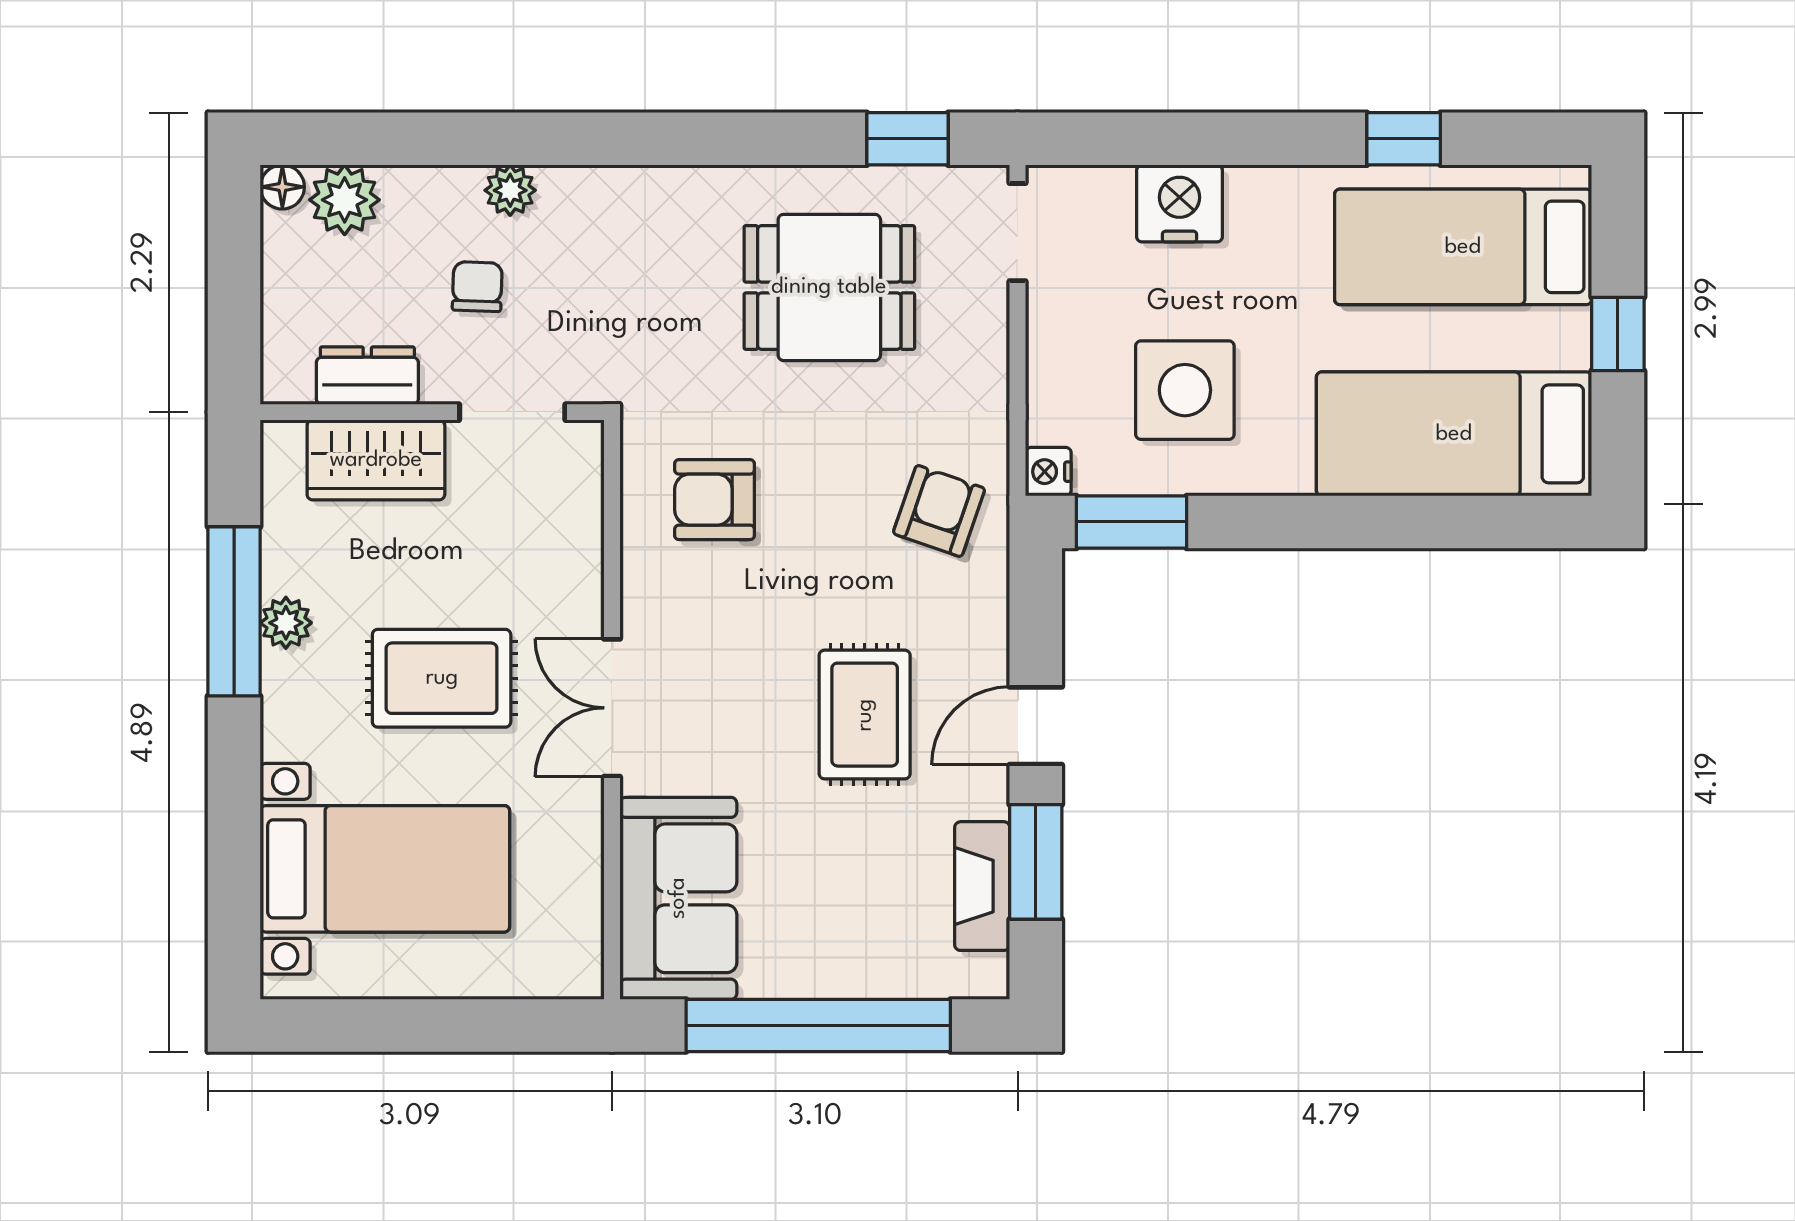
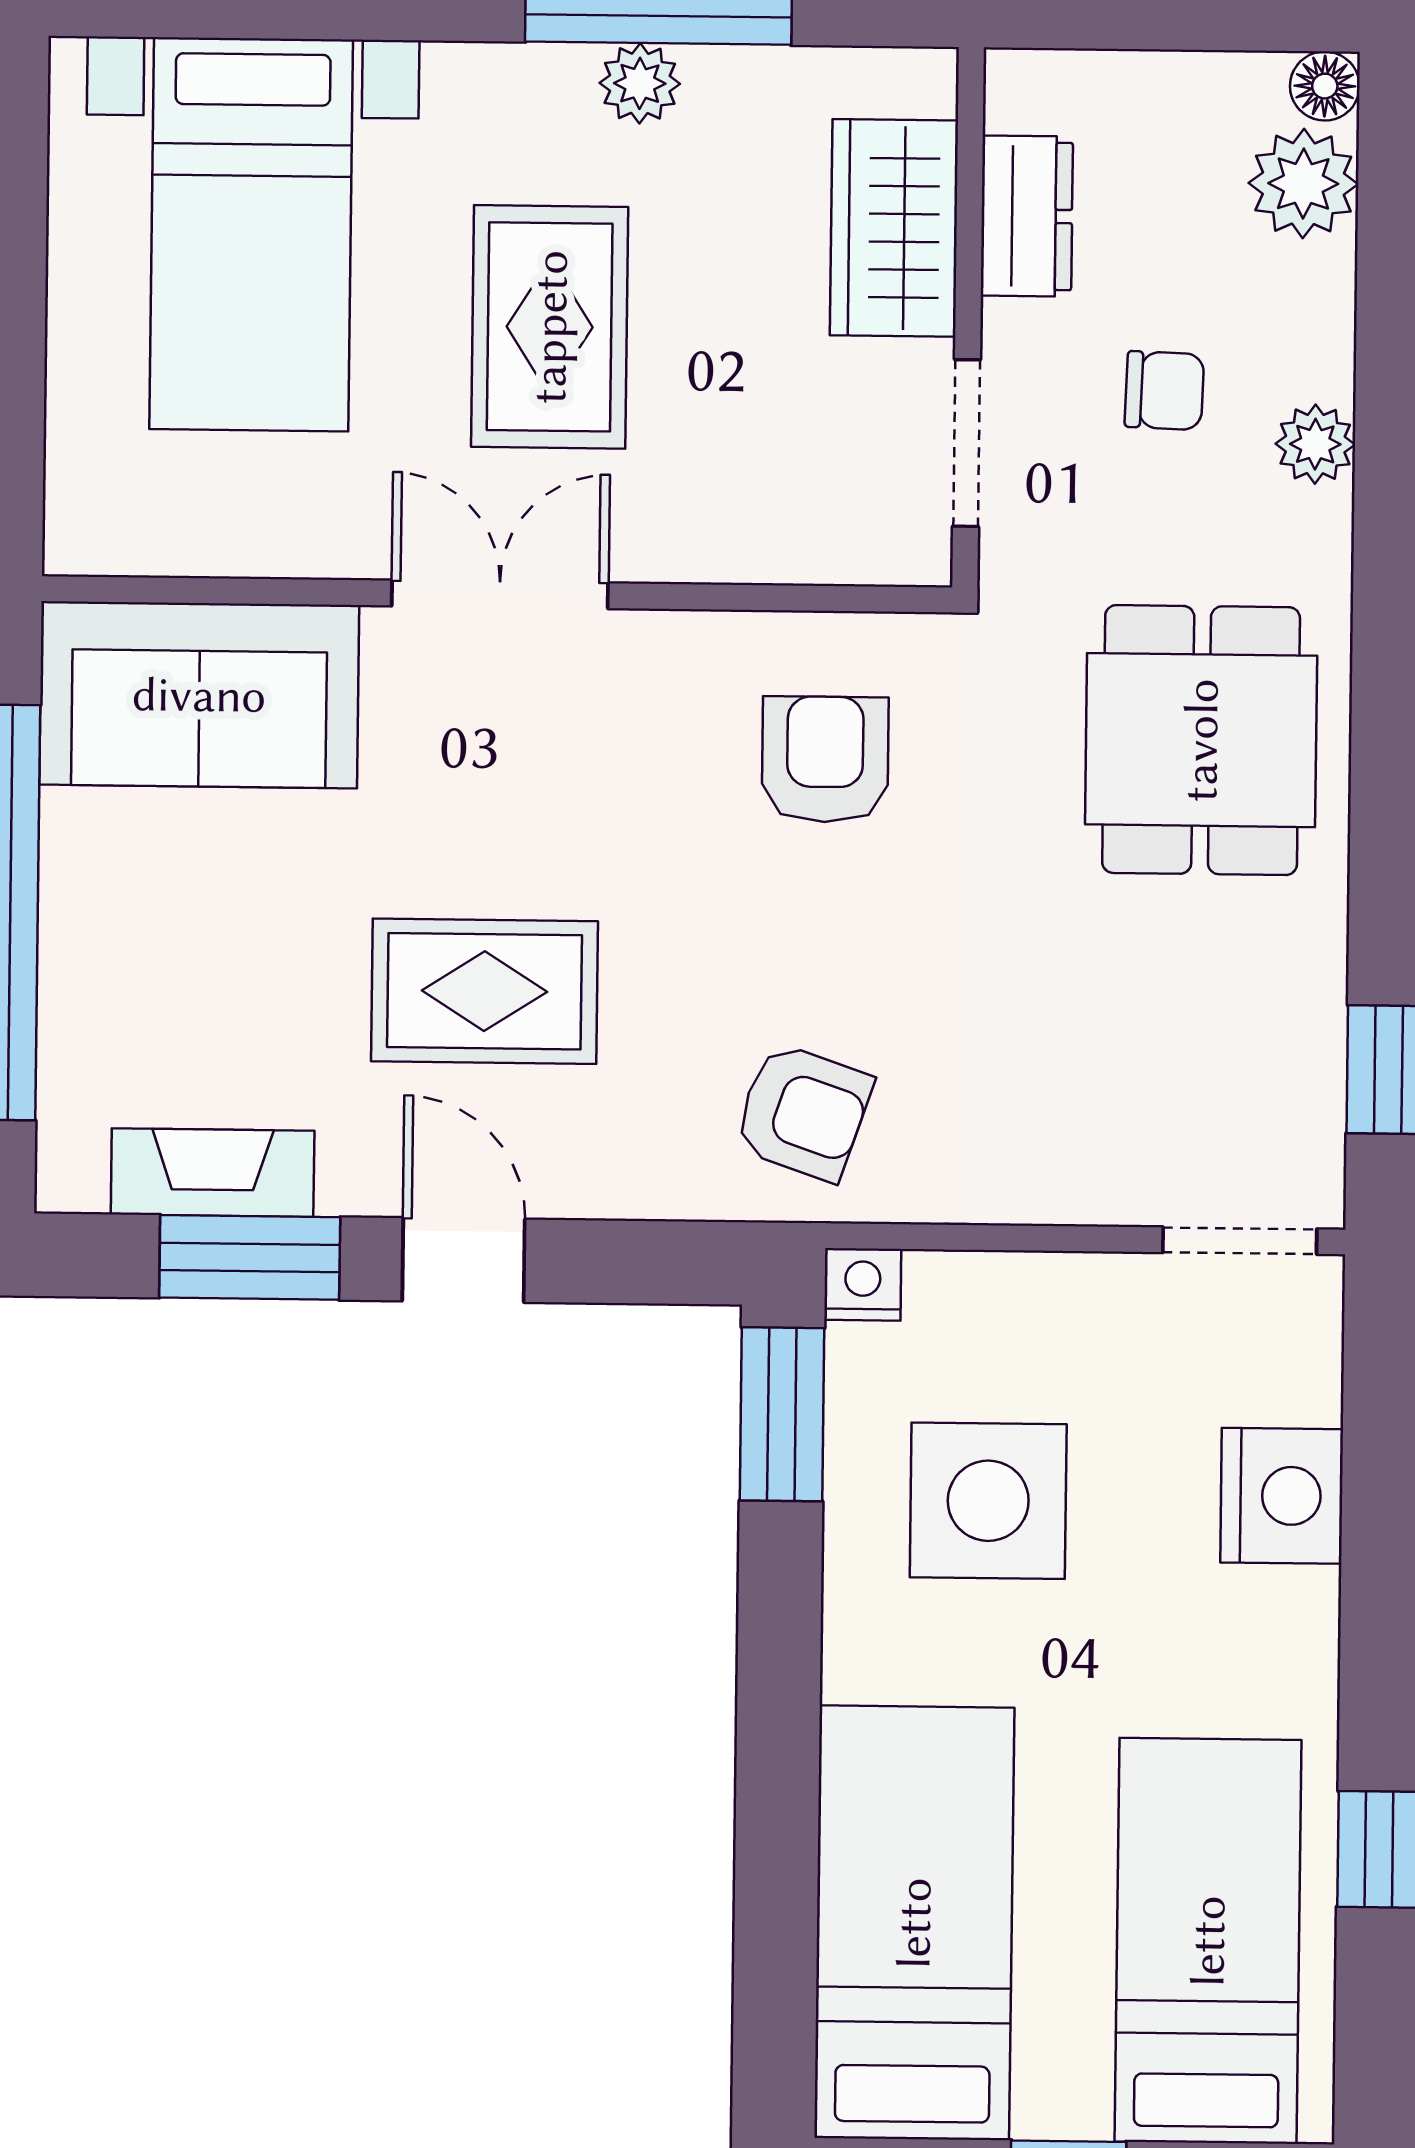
dining table: (829, 287) -> (1201, 740), moved

